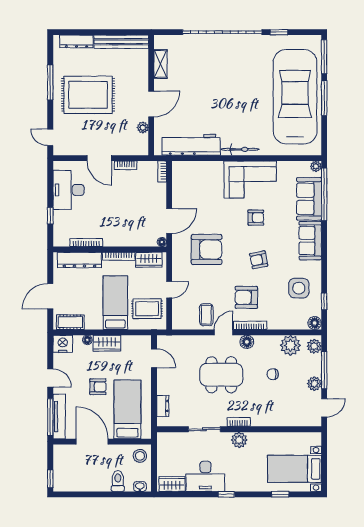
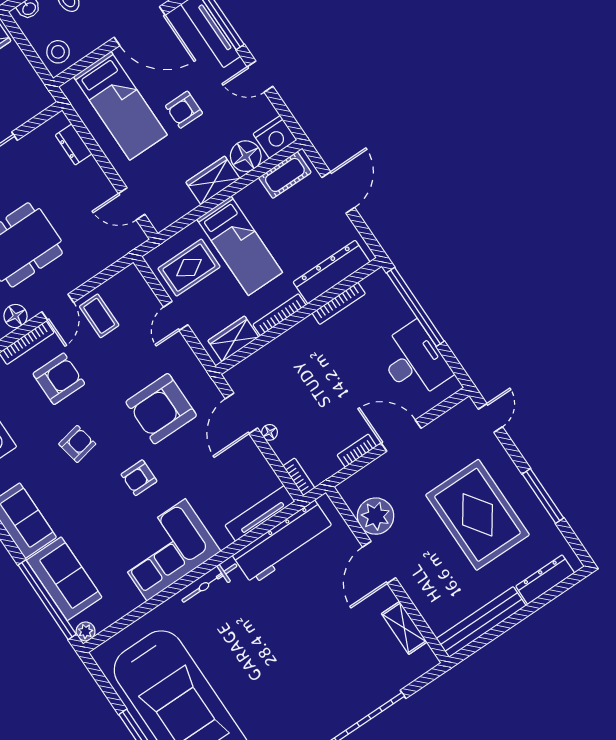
rug: (88, 95) -> (478, 515), turned 90
plant: (143, 127) -> (376, 516), width x1.87, depth x1.87
door: (50, 137) -> (490, 418), hinge flipped
tv unit: (193, 167) -> (260, 513), added
window: (50, 216) -> (415, 307), width x3.17
armchair: (256, 218) -> (139, 478), moved
floor lamp: (162, 242) -> (269, 432), moved
floor lamp: (87, 340) -> (246, 156), width x1.89, depth x1.89

